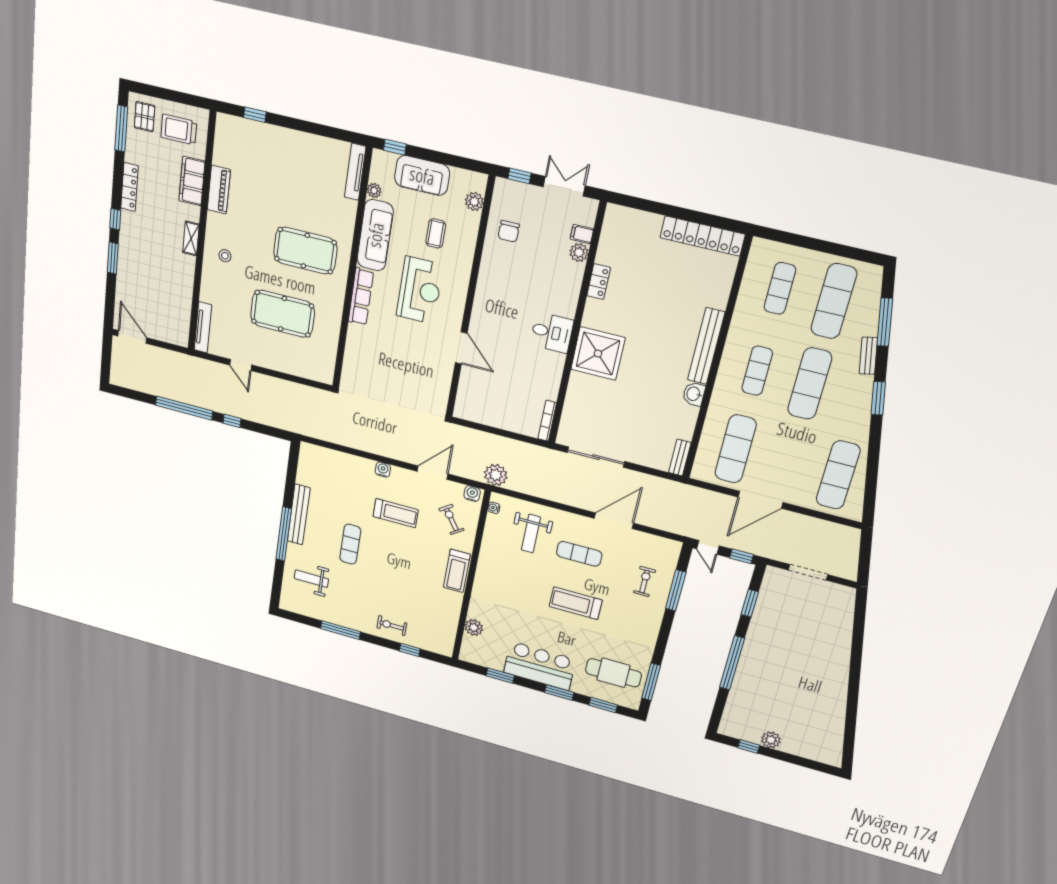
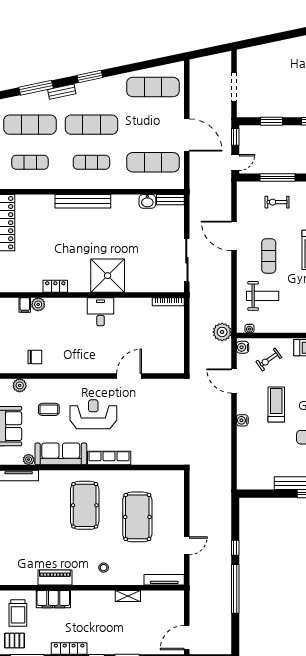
shelving: (191, 238) -> (128, 596), moved
washbasin: (694, 394) -> (147, 201), moved

